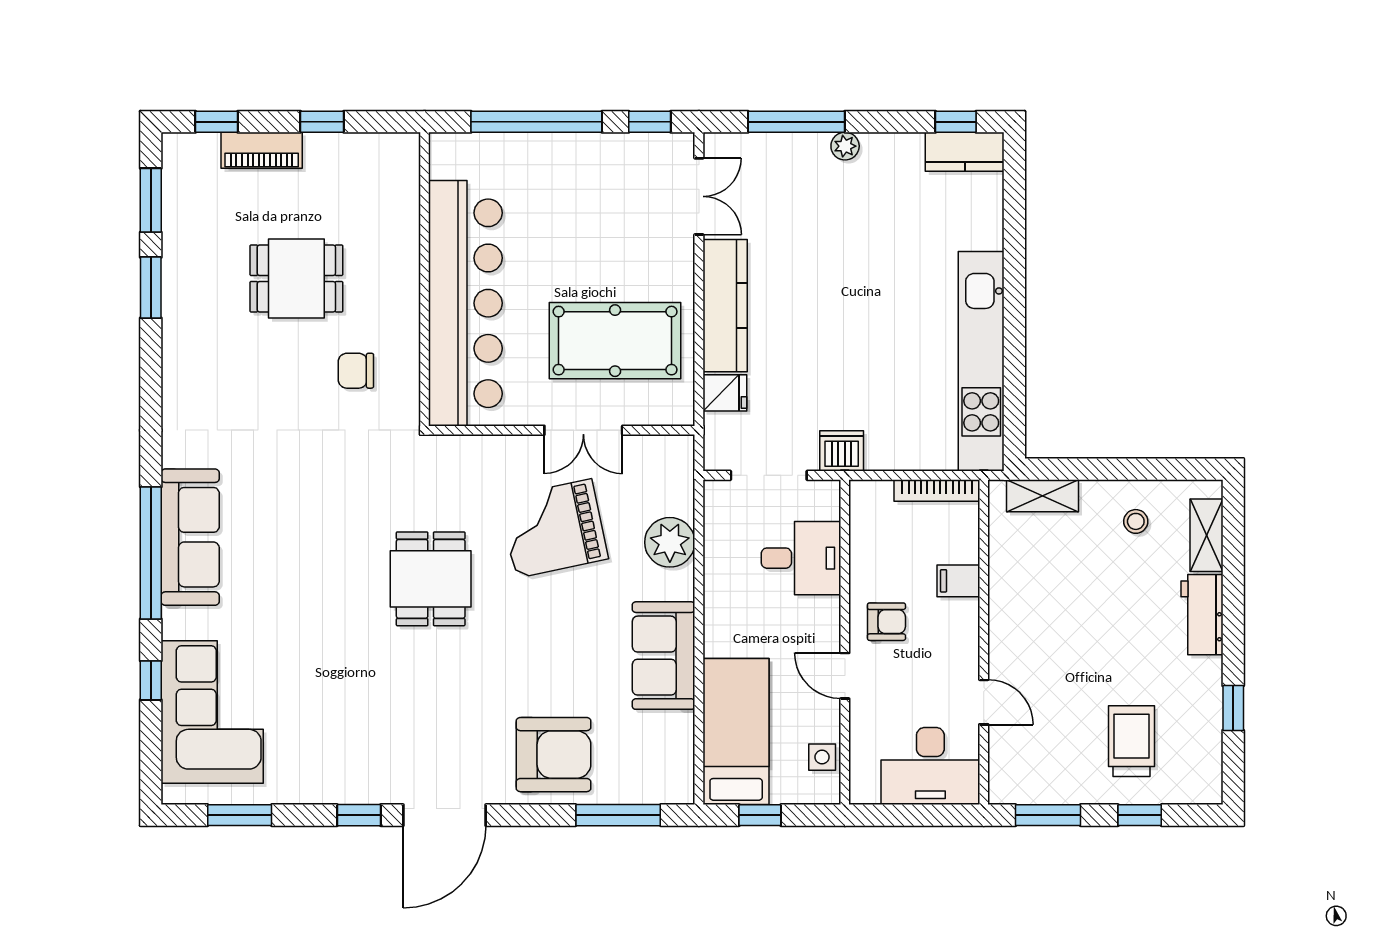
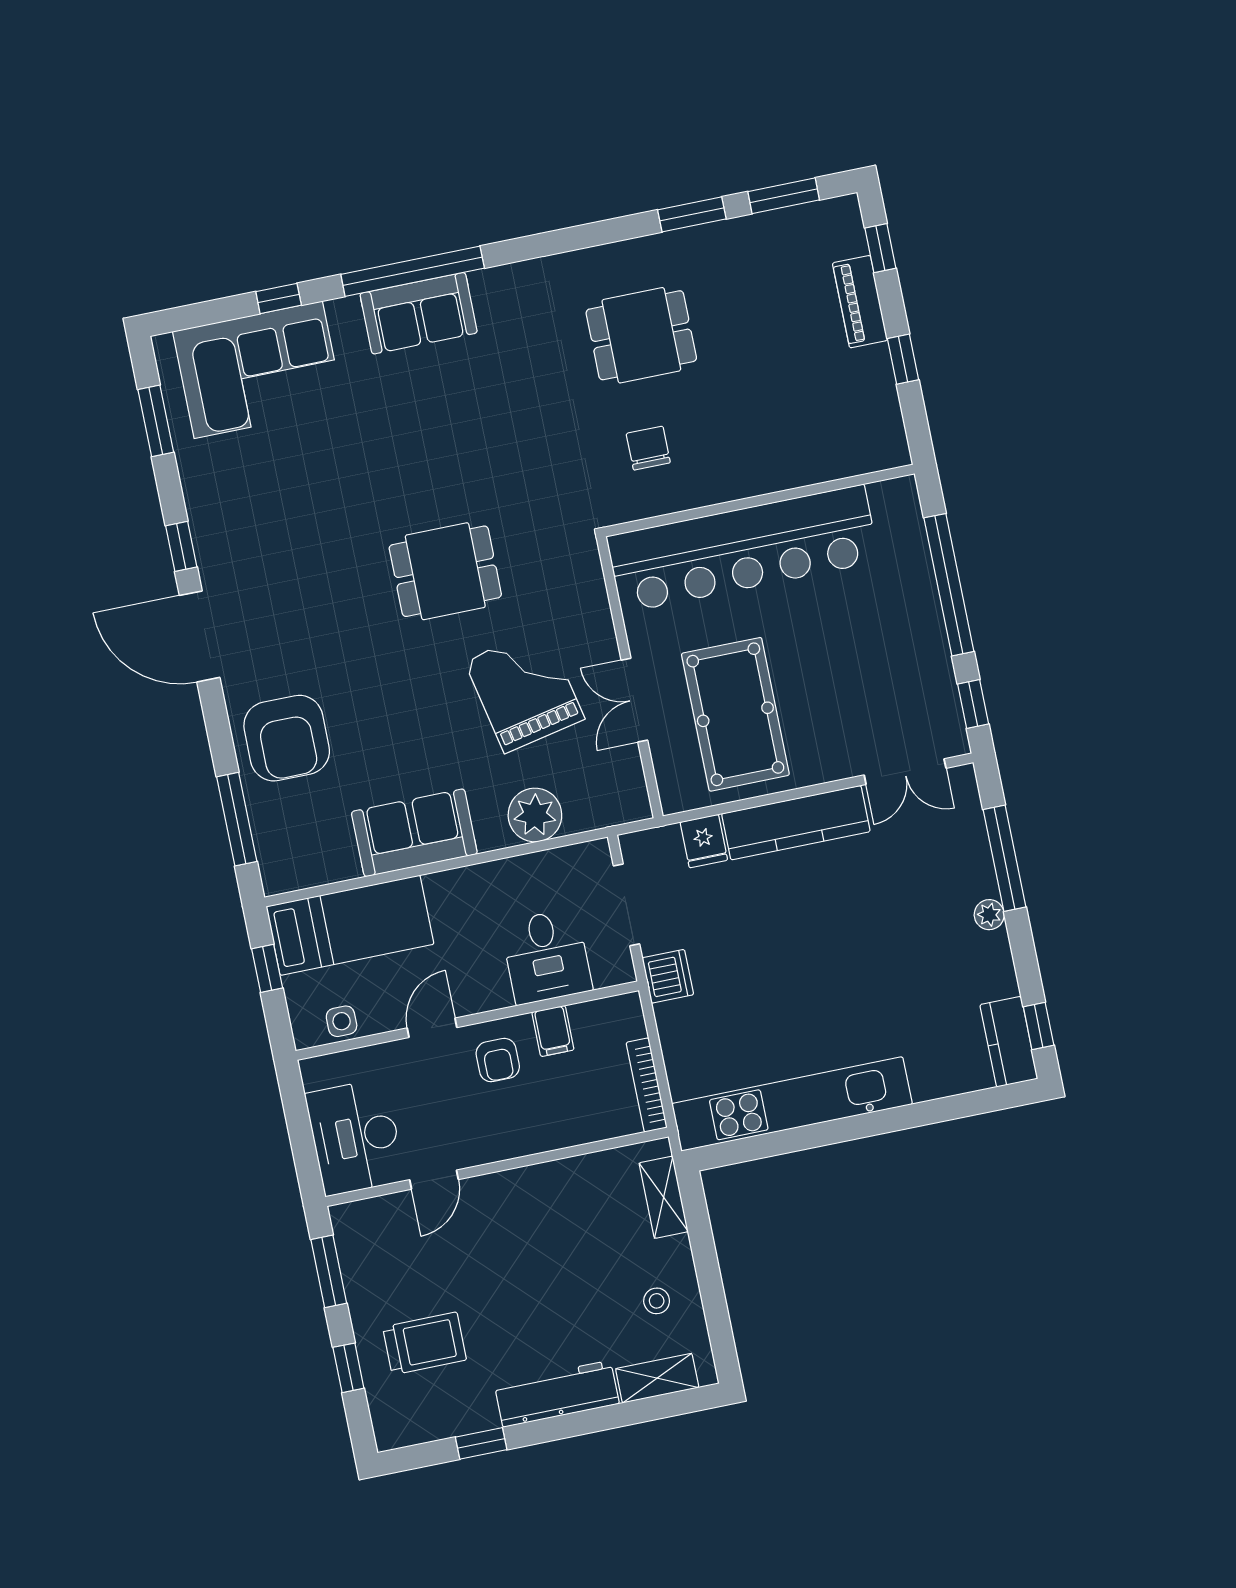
dining table: (296, 278) -> (641, 335), moved, turned 90
sofa: (190, 537) -> (419, 313), width x0.73
filing cabinet: (958, 581) -> (553, 1031), moved, turned 180
workbench: (1202, 615) -> (557, 1394), width x1.38

